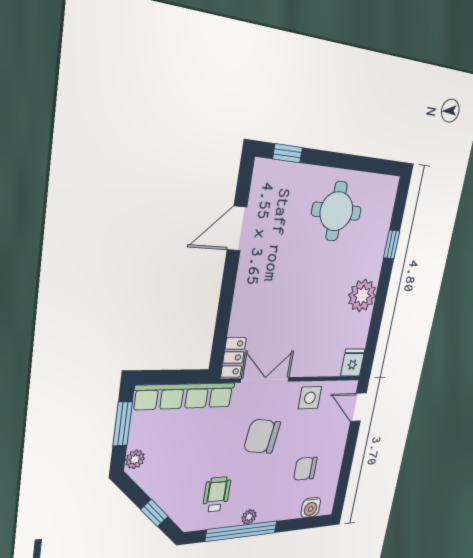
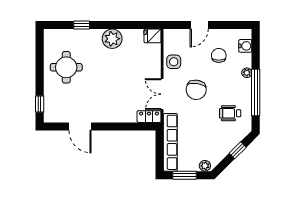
door: (358, 407) -> (199, 25), moved
chair: (305, 469) -> (219, 55), turned 180
plant: (249, 517) -> (247, 73), moved

